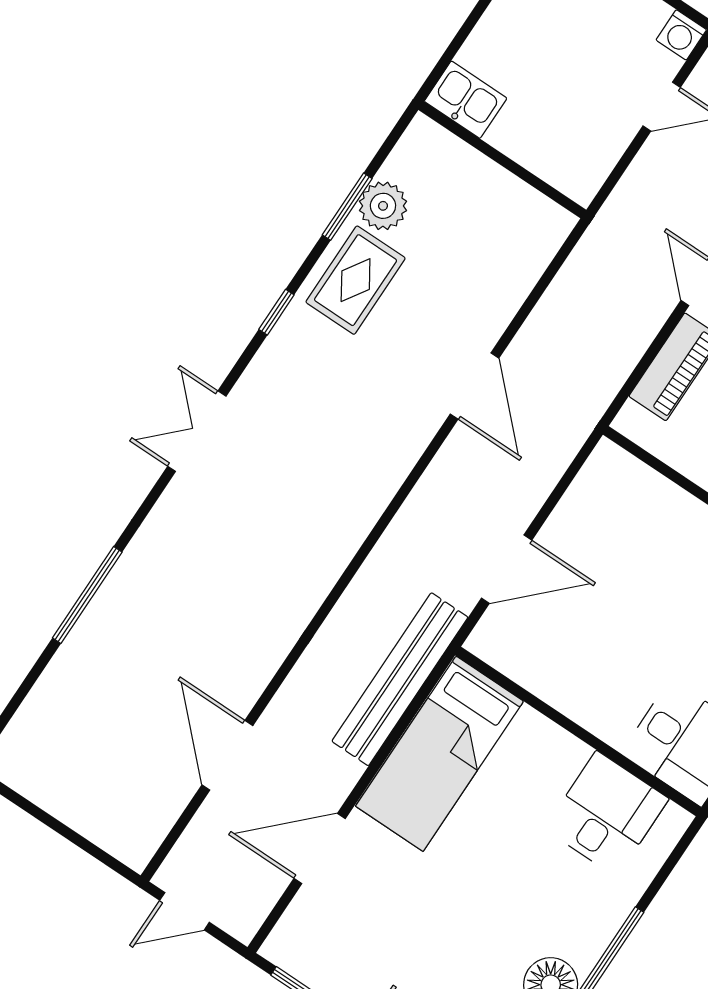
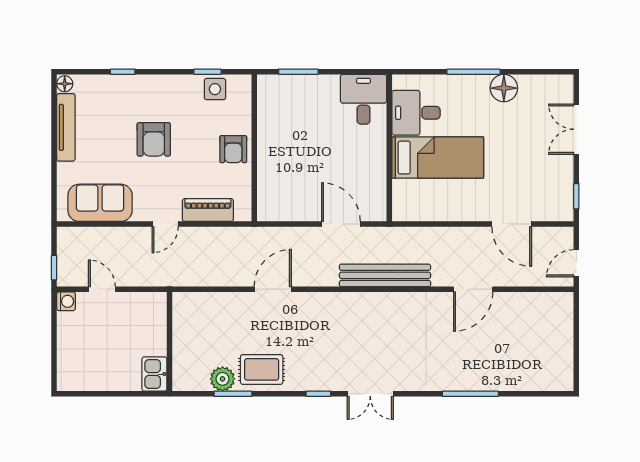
window: (276, 312) -> (318, 394), moved
bench: (400, 679) -> (385, 275), moved
bed: (440, 754) -> (438, 158), moved
door: (227, 755) -> (473, 289), moved
door: (185, 911) -> (576, 263), swing flipped

